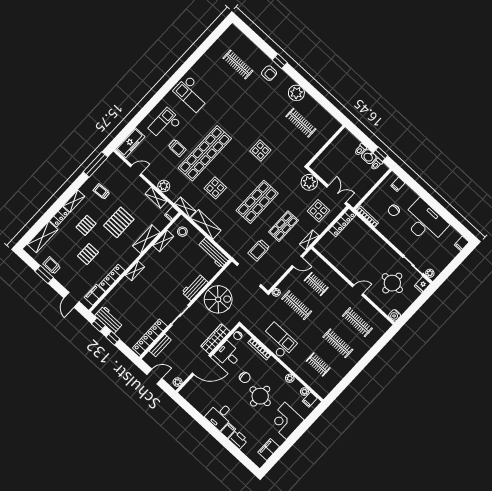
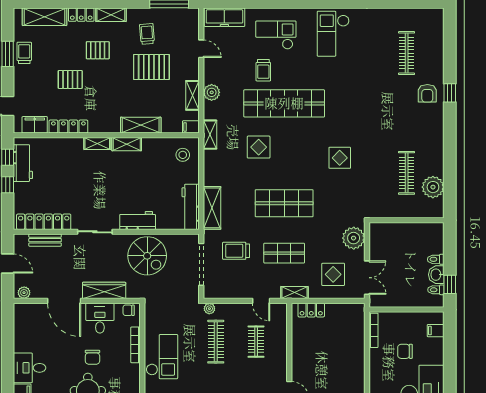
plant: (296, 93) -> (433, 187), moved
pallet: (119, 222) -> (151, 67), moved
locker: (342, 223) -> (311, 310), moved, width x0.66
shelving: (206, 224) -> (212, 208), moved
shelving: (163, 241) -> (127, 144), moved

